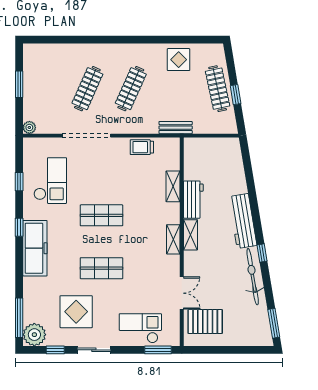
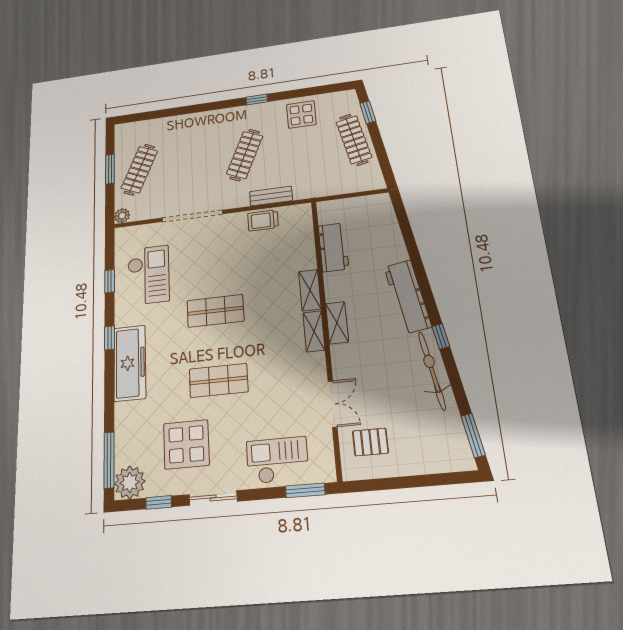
window: (144, 40) -> (257, 99), added
clothes rail: (87, 89) -> (139, 170), moved
window: (236, 95) -> (368, 112), moved
bench: (176, 128) -> (271, 196), moved
shelving: (173, 186) -> (310, 290), moved
workbench: (193, 200) -> (333, 247), moved
pallet: (205, 321) -> (370, 442), width x0.67, depth x0.71

